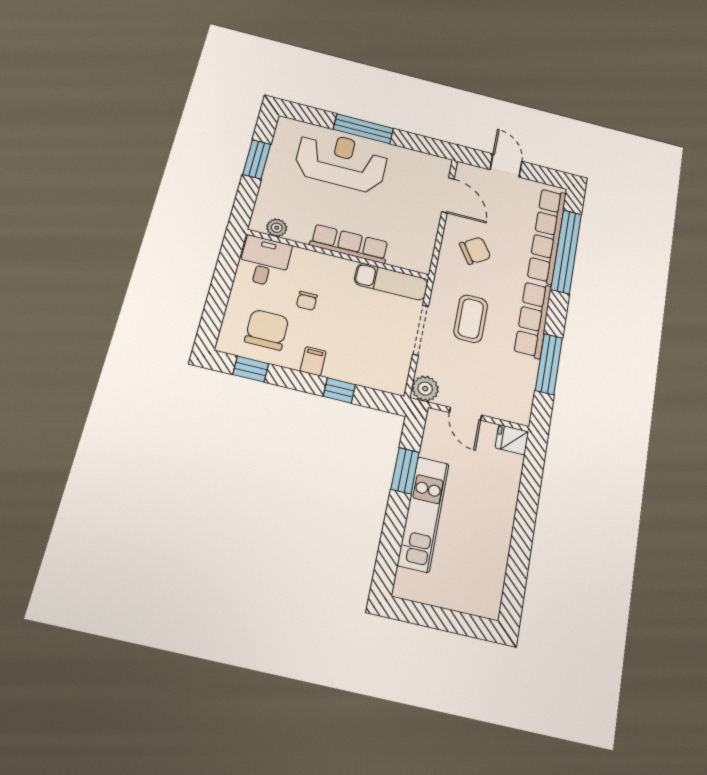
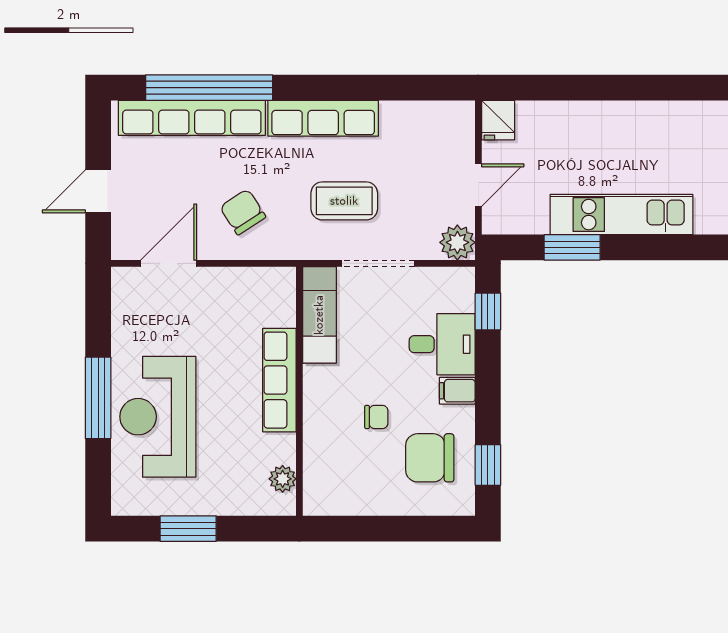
desk: (264, 261) -> (442, 344), moved, turned 180
window: (549, 364) -> (382, 88), removed
window: (339, 390) -> (488, 311), moved

